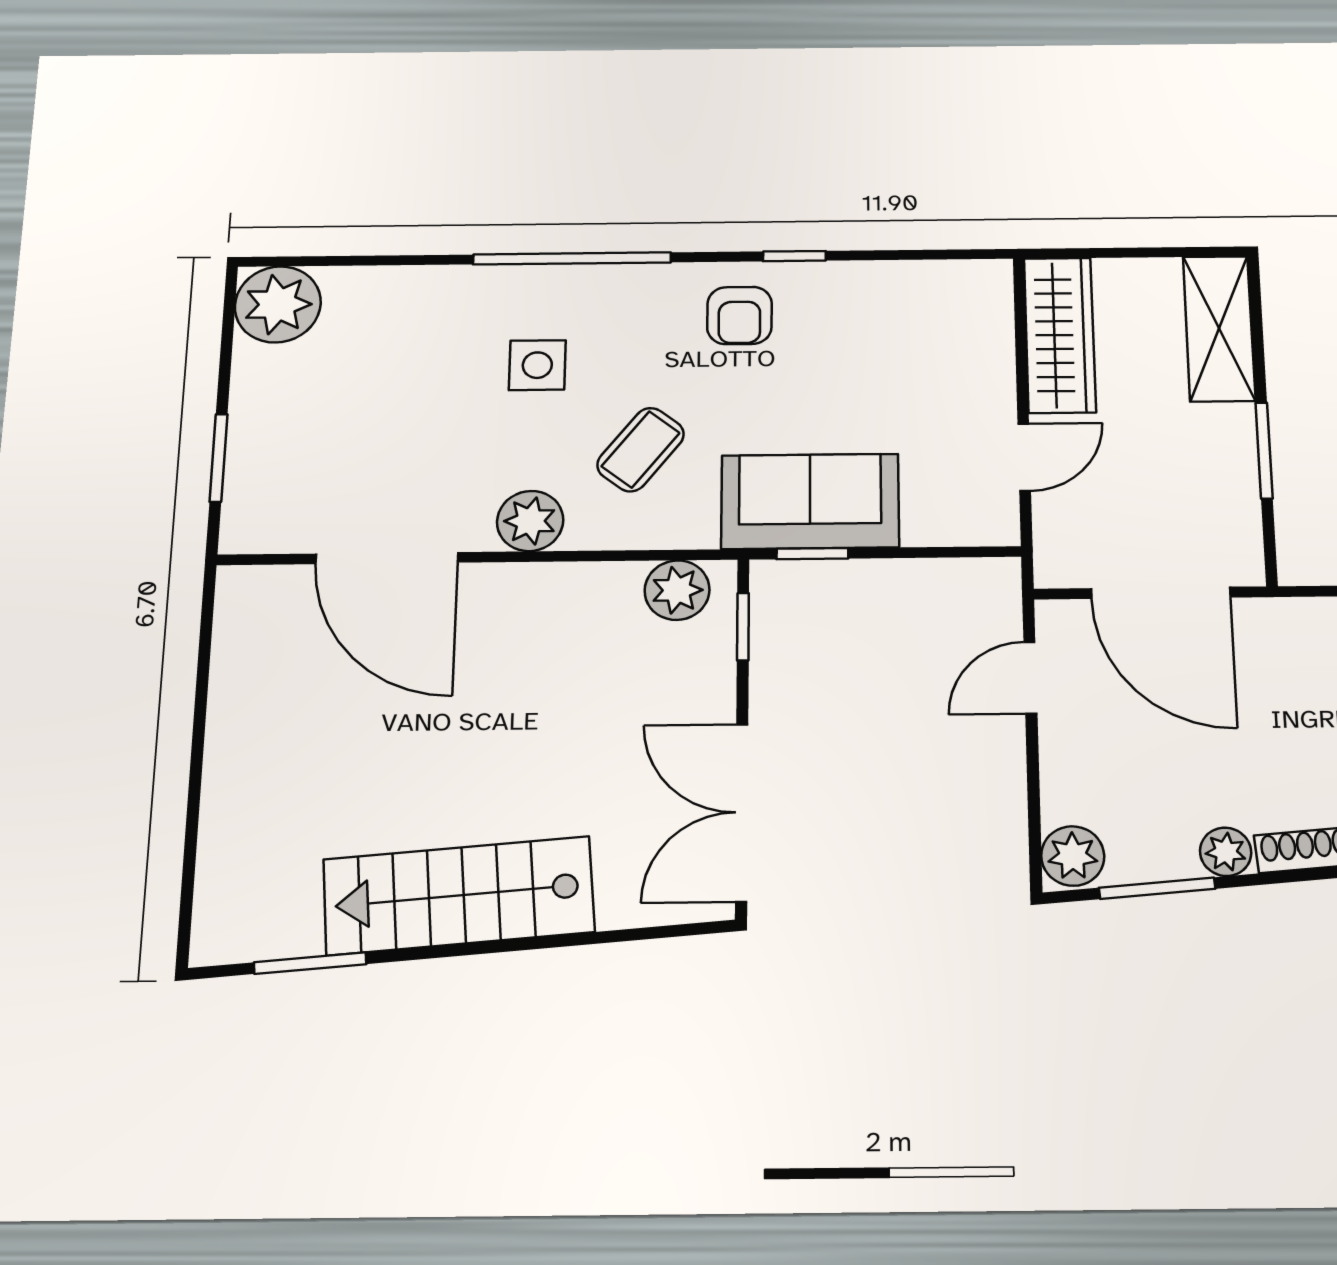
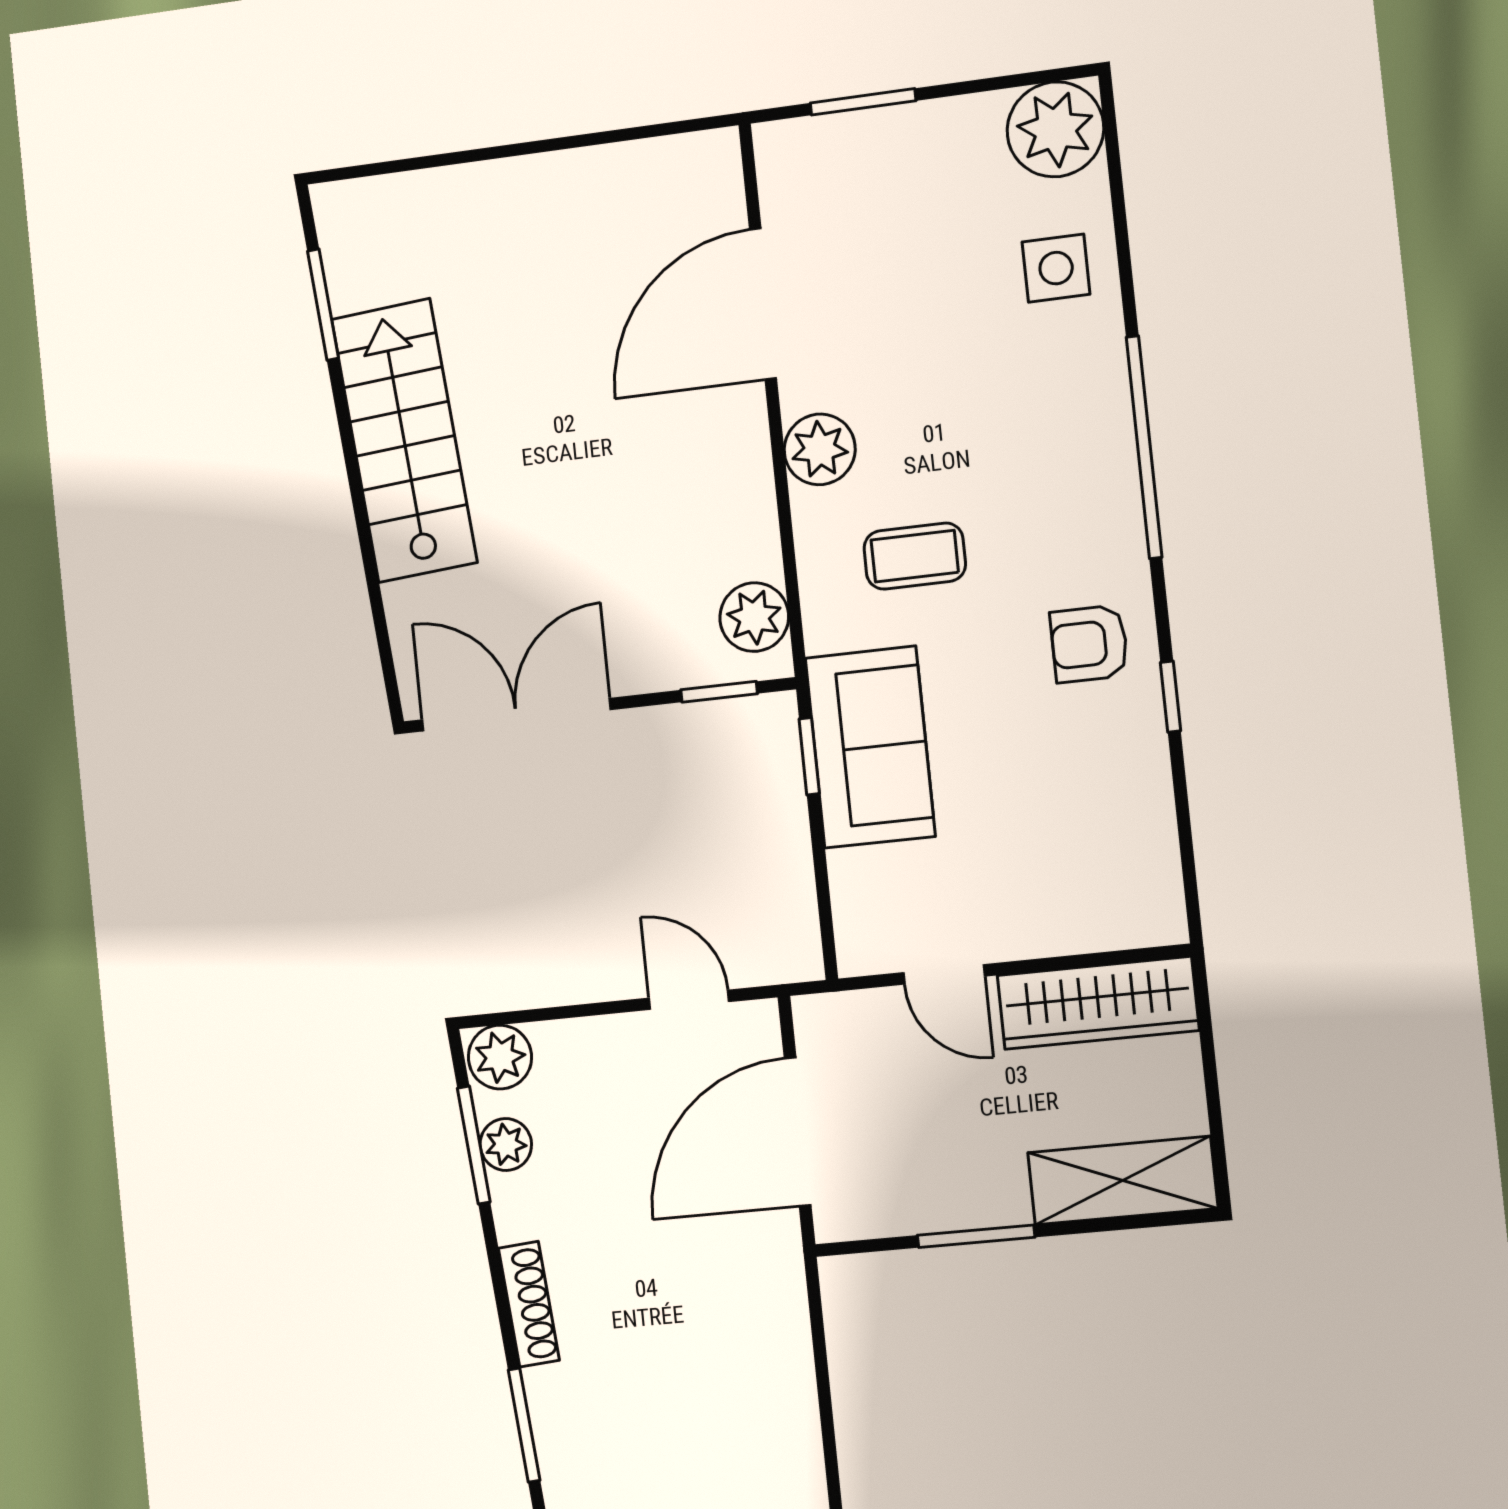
side table: (537, 365) -> (1056, 268), moved
coffee table: (641, 450) -> (915, 556), turned -38
plant: (1226, 852) -> (506, 1145), moved

